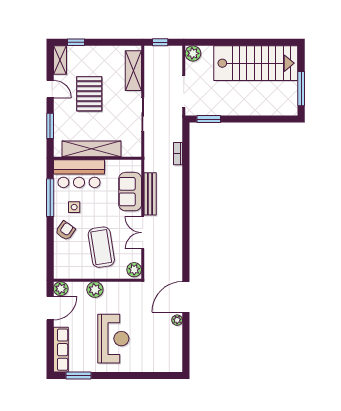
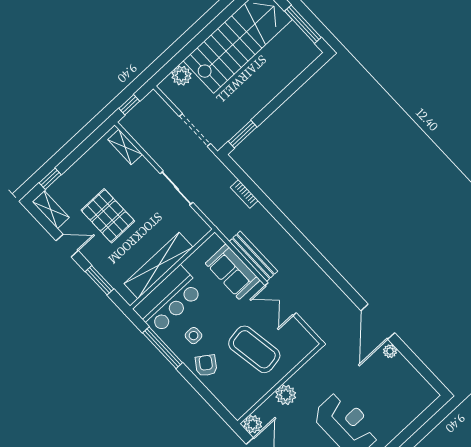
plant: (193, 53) -> (181, 76), moved
shelving: (133, 71) -> (125, 147), width x0.67, depth x0.75
plant: (134, 270) -> (305, 342), removed

